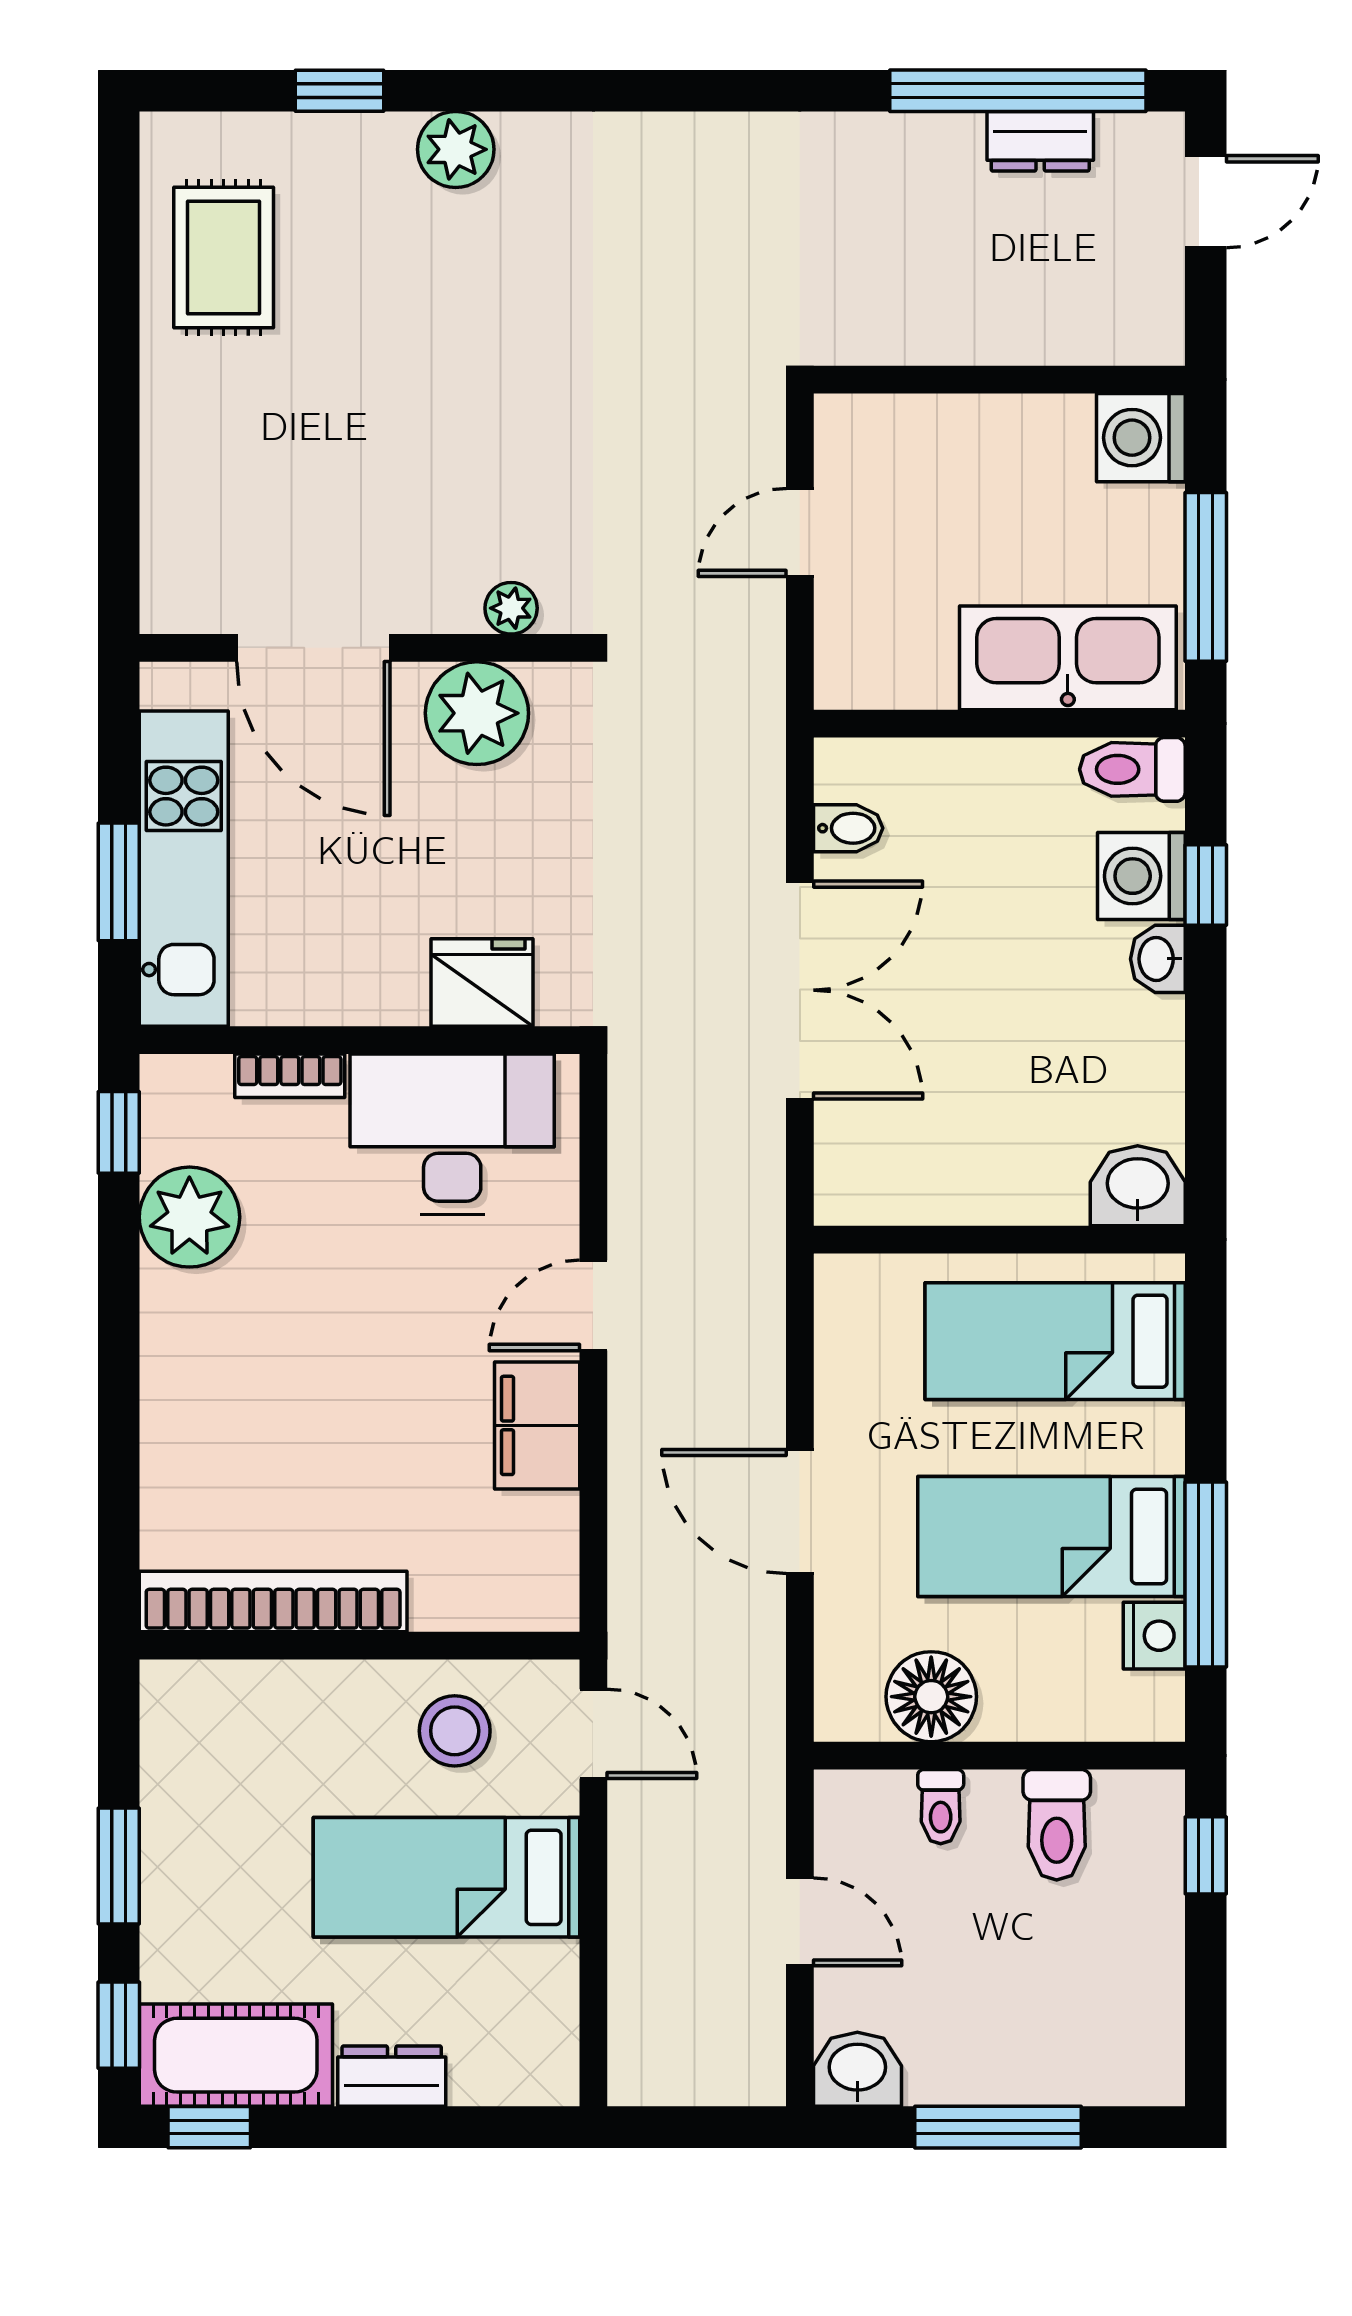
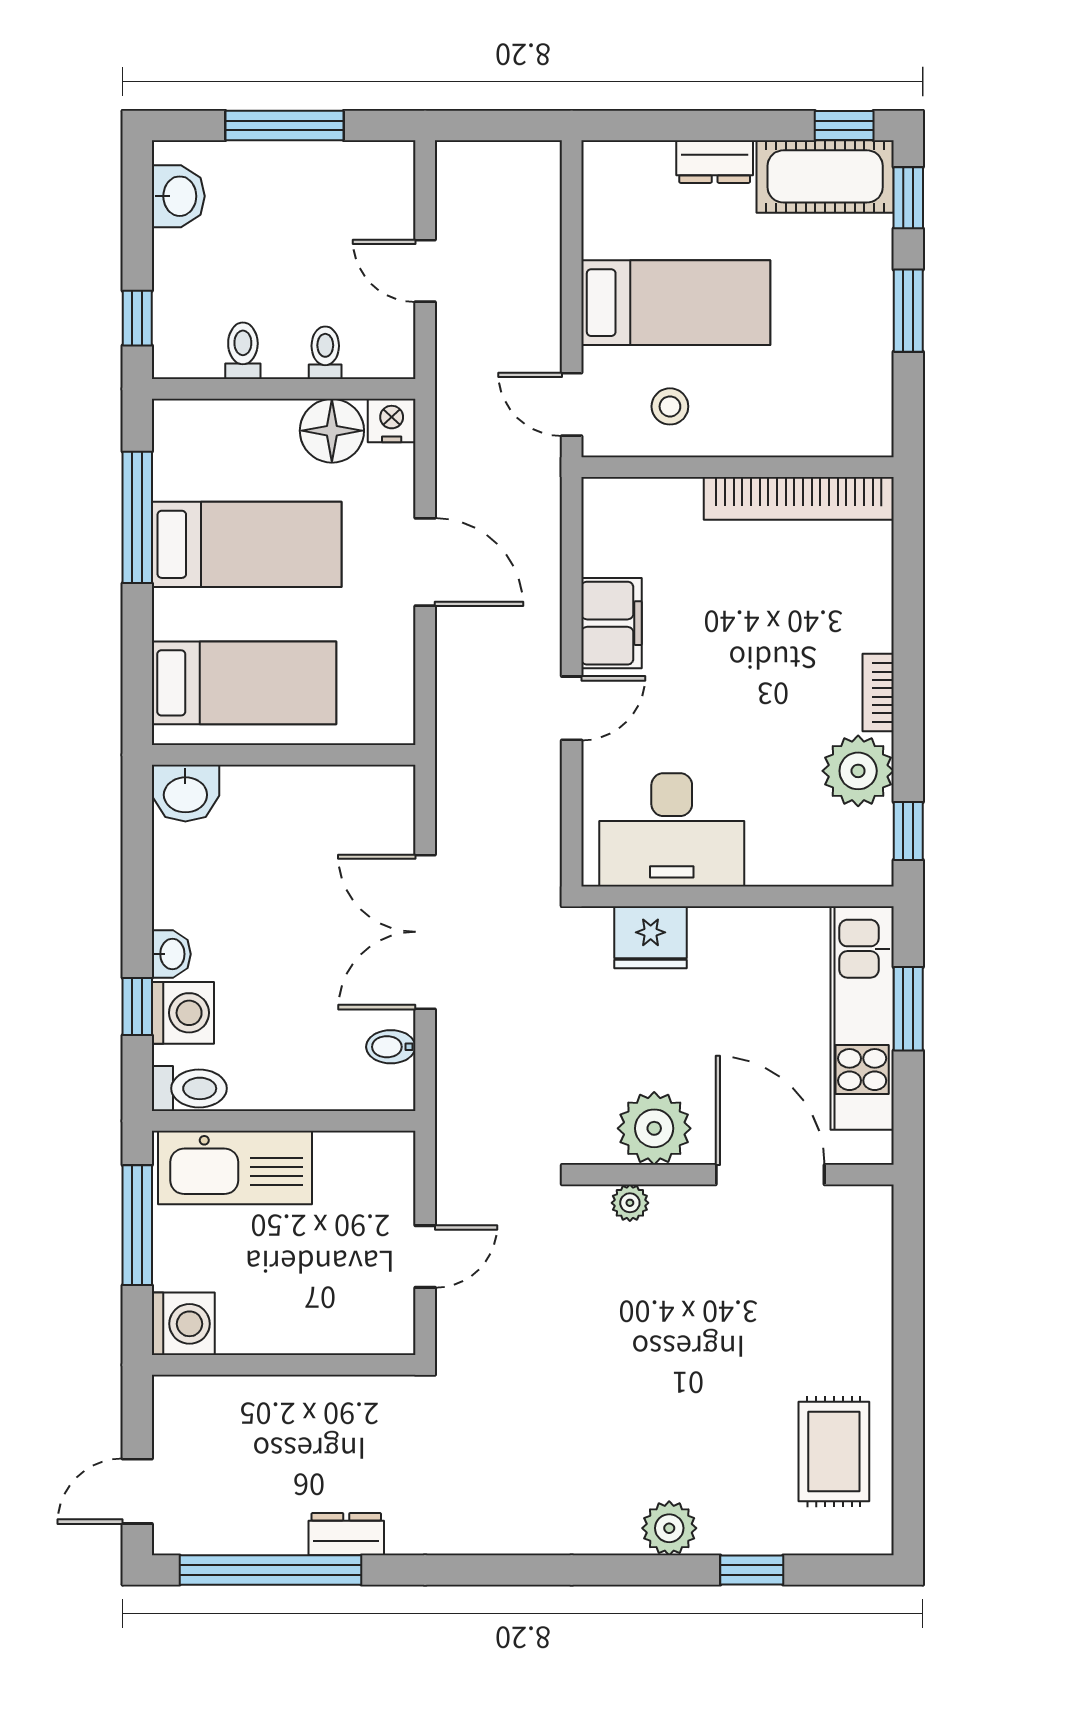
dresser: (1040, 141) -> (346, 1534), moved
bookcase: (290, 1076) -> (878, 693), moved, turned -90
nightstand: (1154, 1636) -> (392, 421), moved, turned 90
stool: (455, 1731) -> (670, 406), width x0.73, depth x0.73
toilet: (1057, 1825) -> (243, 351), width x0.73, depth x0.72
washbasin: (857, 2069) -> (178, 196), moved, turned -90

